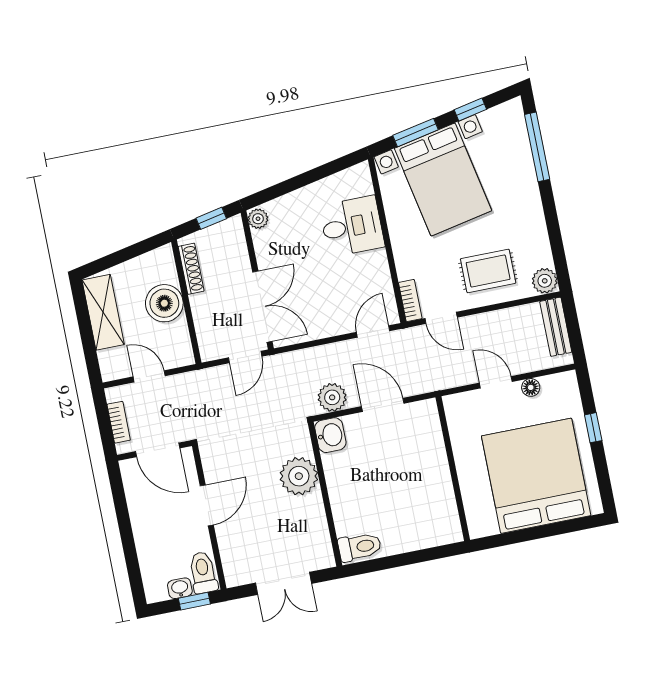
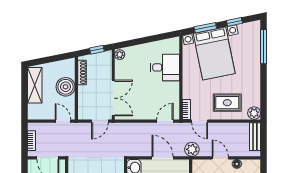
door: (149, 376) -> (63, 121), moved
plant: (332, 397) -> (192, 149), moved

